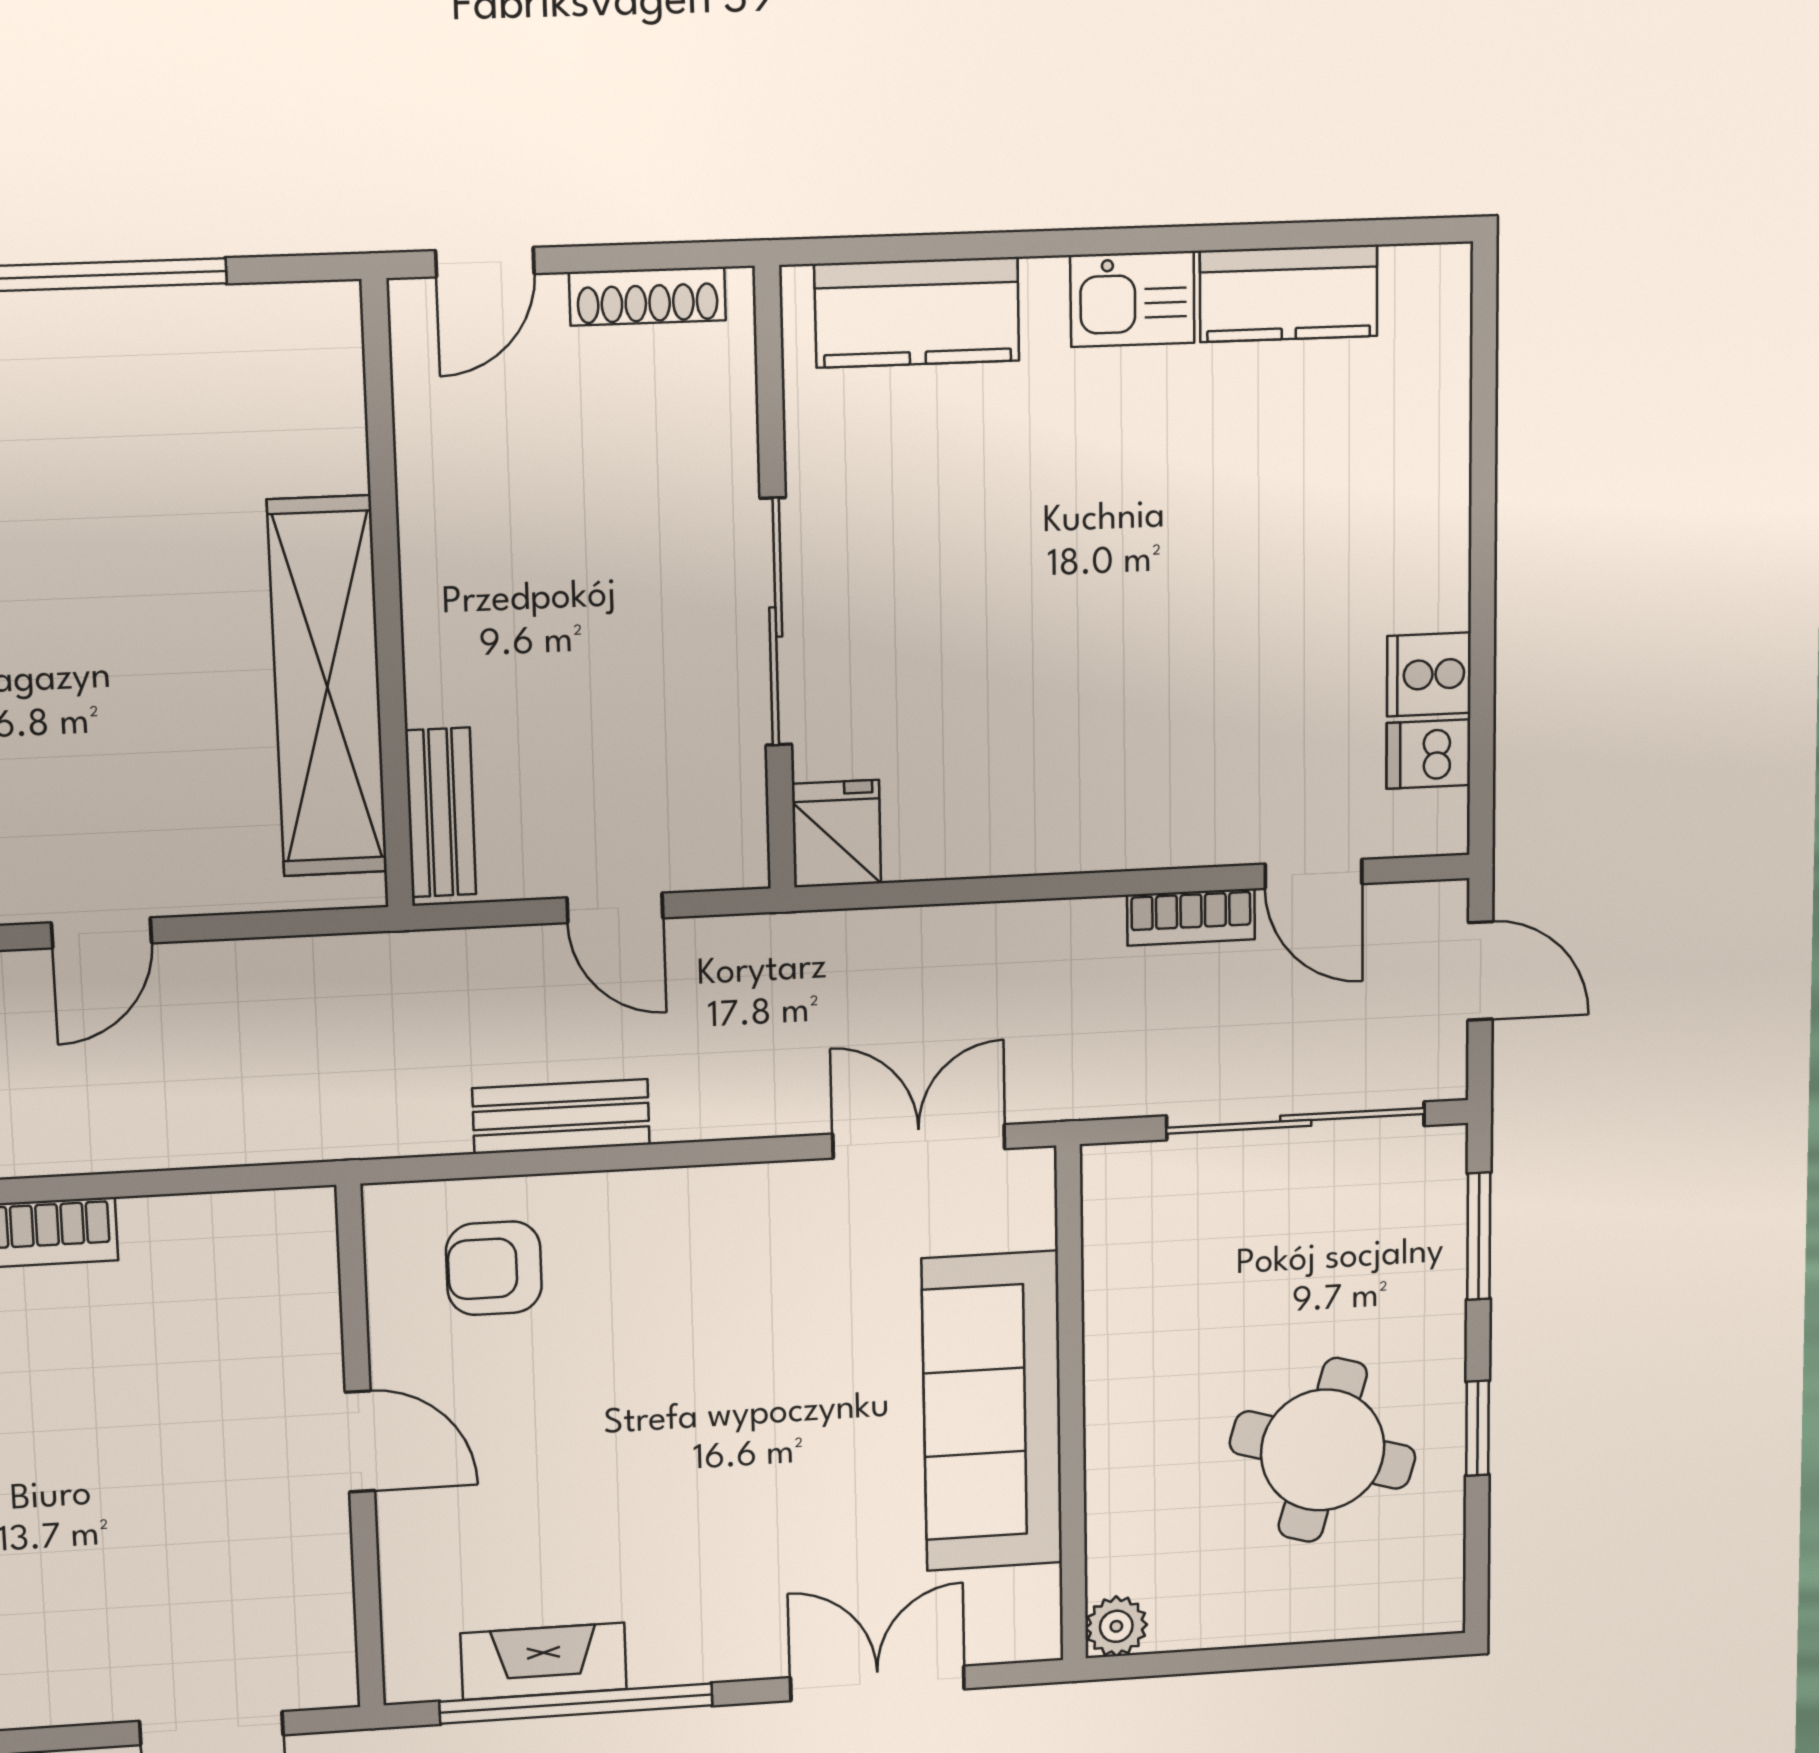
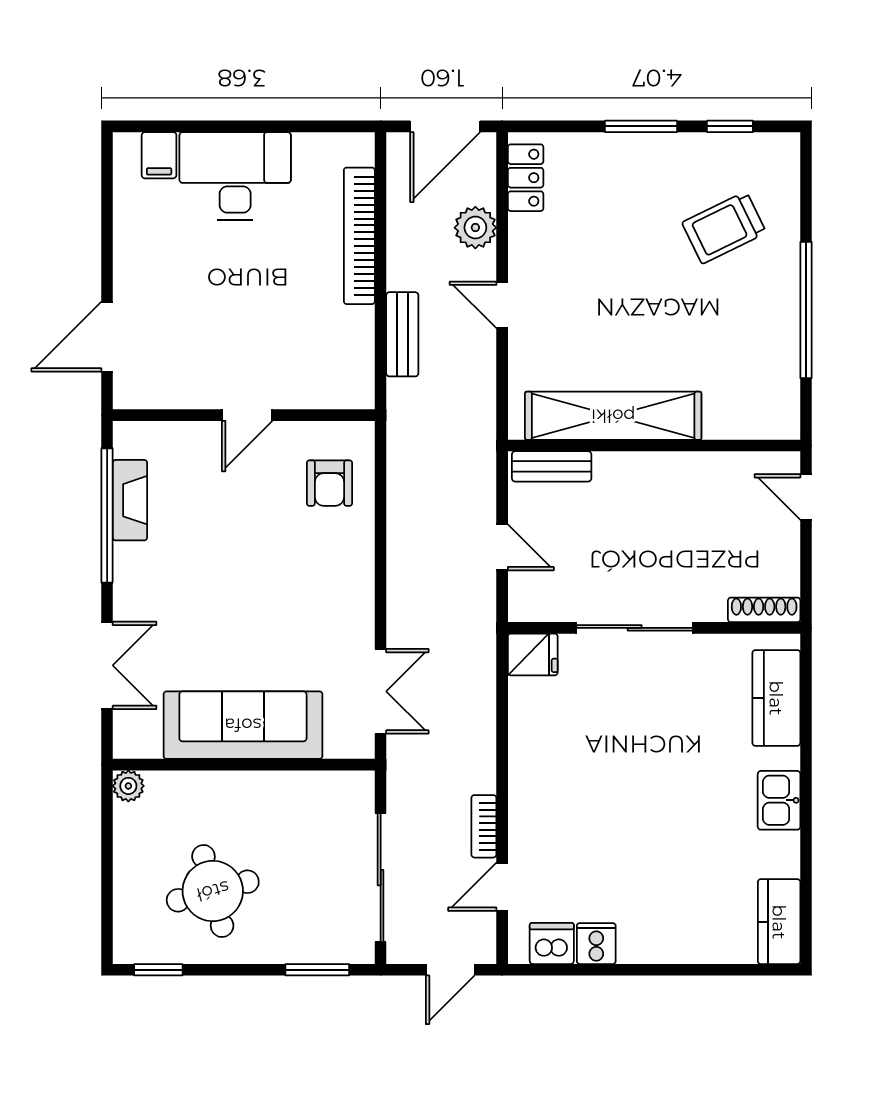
kitchen counter: (1289, 293) -> (779, 922), moved
shoe rack: (647, 296) -> (764, 610), moved, turned 90
dishwasher: (1429, 754) -> (552, 943), width x1.38
door: (615, 908) -> (502, 547), swing flipped
bench: (561, 1116) -> (402, 334), moved
armchair: (494, 1268) -> (329, 483), turned 180
window: (1478, 1428) -> (158, 970), moved
round table: (1323, 1450) -> (213, 891), turned -31

